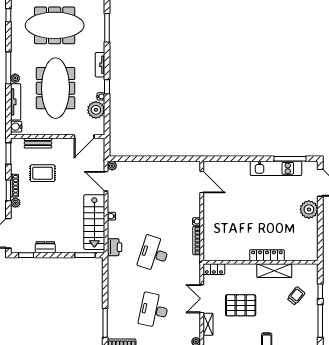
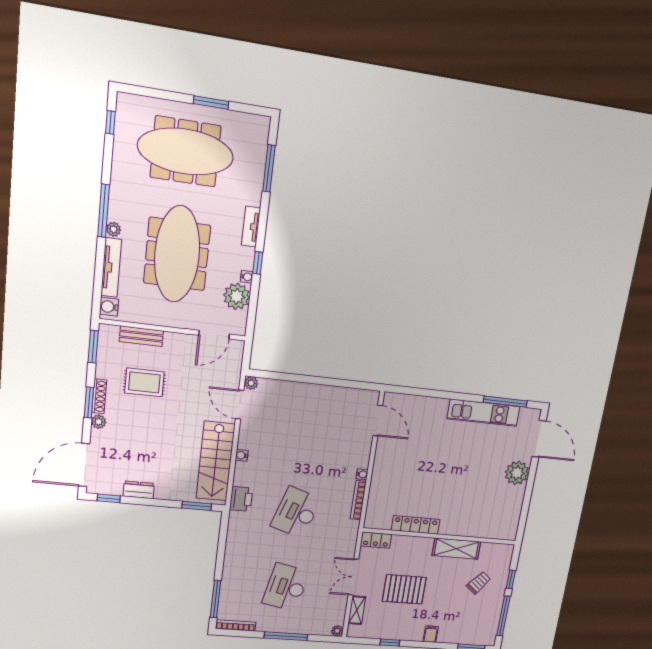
locker: (267, 255) -> (416, 525), moved

